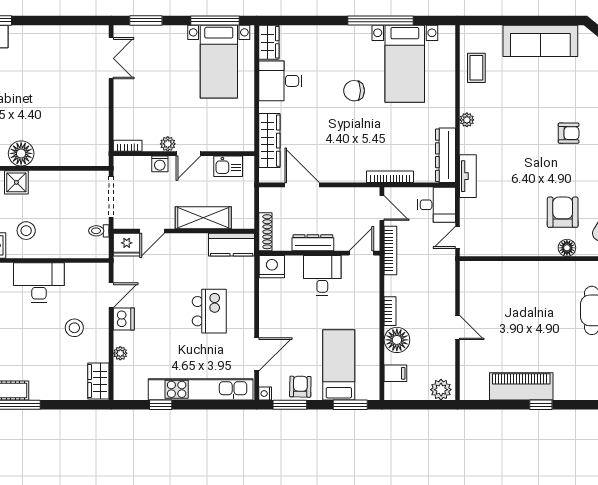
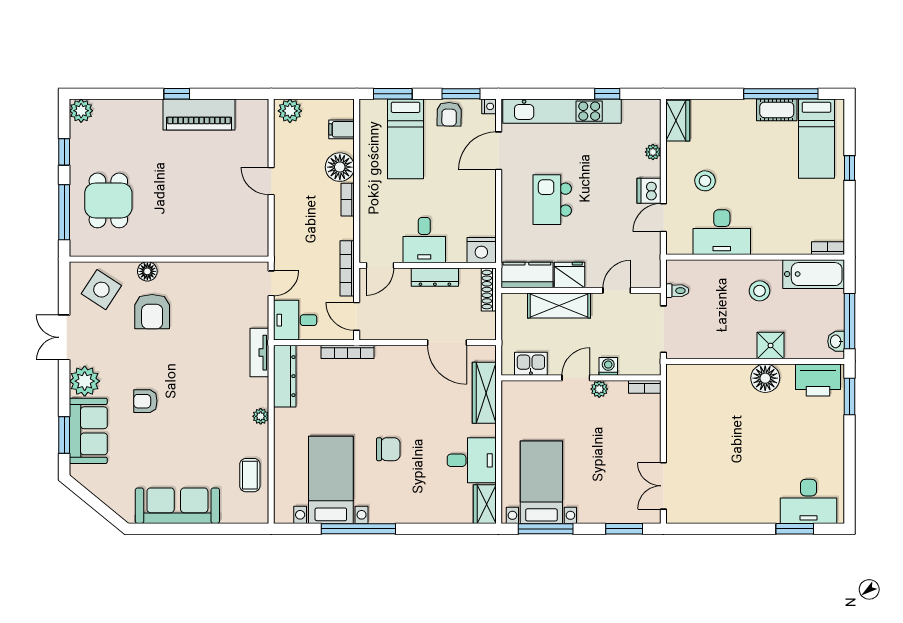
fridge: (127, 245) -> (569, 275), moved
desk: (39, 283) -> (722, 232), moved

